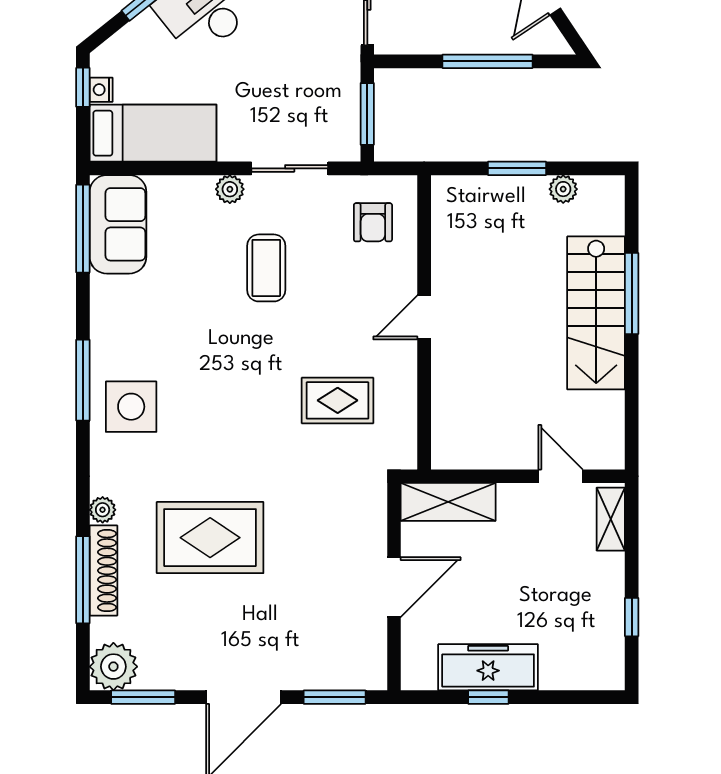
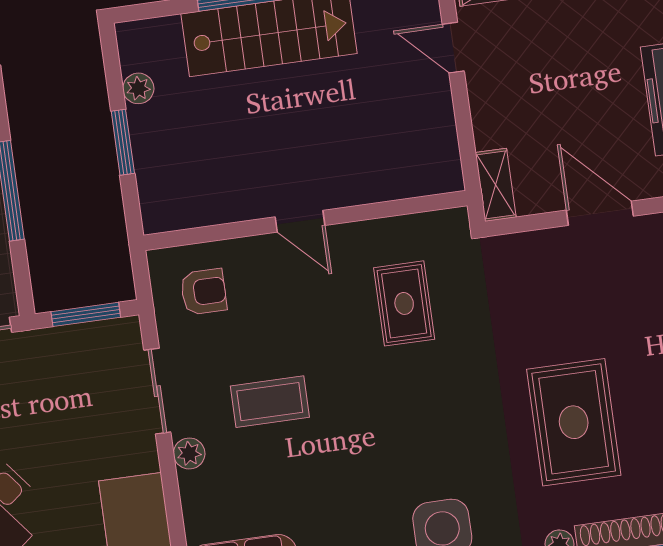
door: (561, 476) -> (453, 48), hinge flipped
shelving: (448, 502) -> (496, 185), width x0.67, depth x0.75

